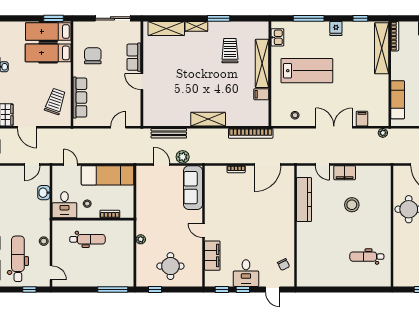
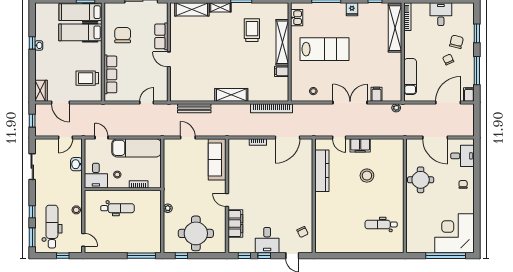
trolley: (55, 101) -> (87, 78), turned -109
plant: (183, 157) -> (207, 130), removed
round table: (170, 266) -> (196, 233), width x1.36, depth x1.36

